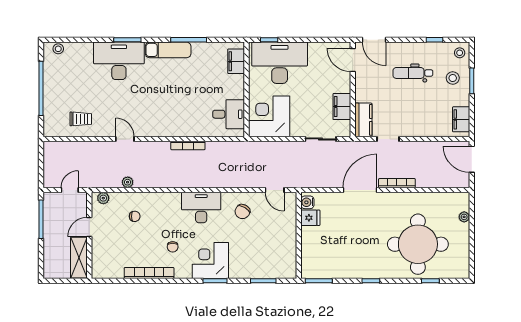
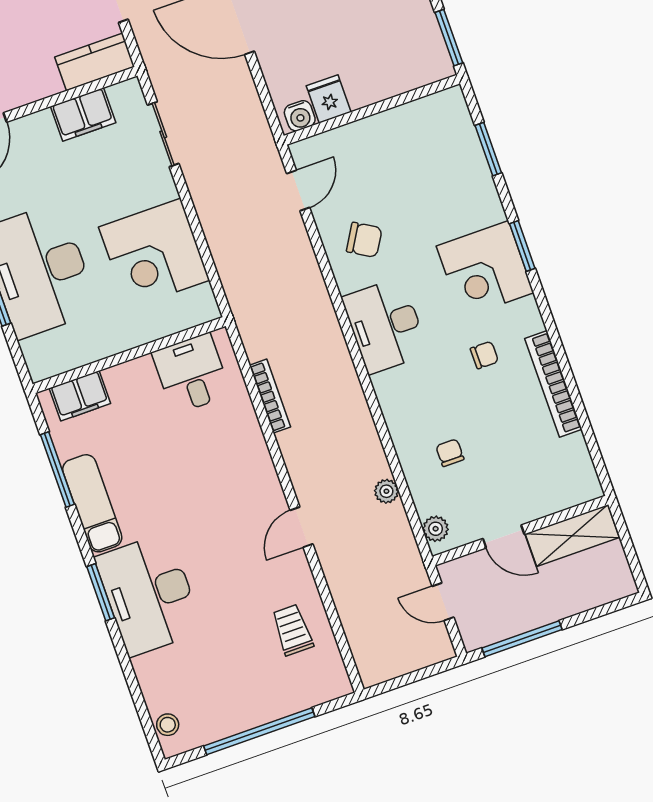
filing cabinet: (236, 61) -> (80, 396), moved
wall: (246, 89) -> (129, 355), moved
desk: (229, 114) -> (191, 374), moved

